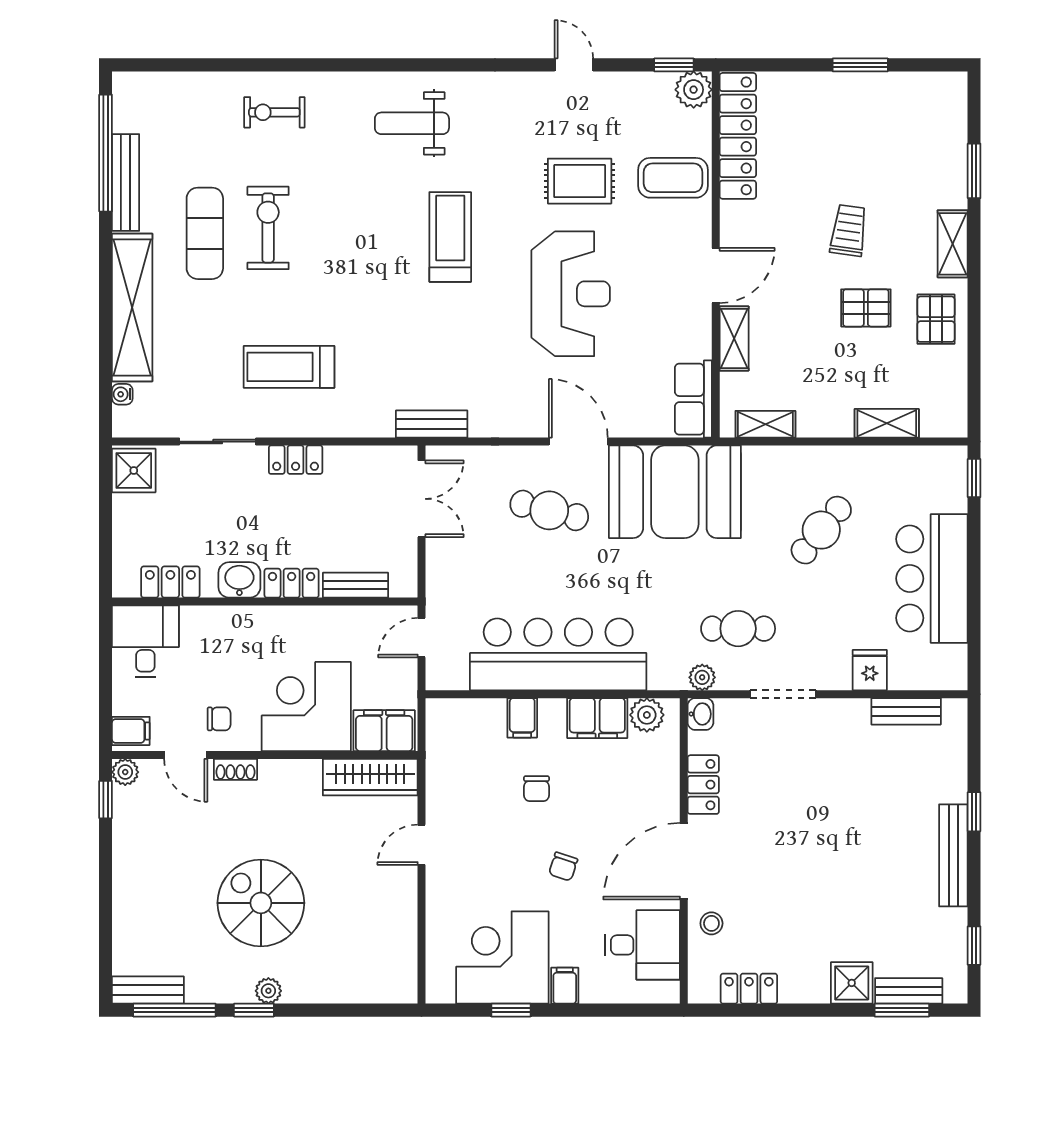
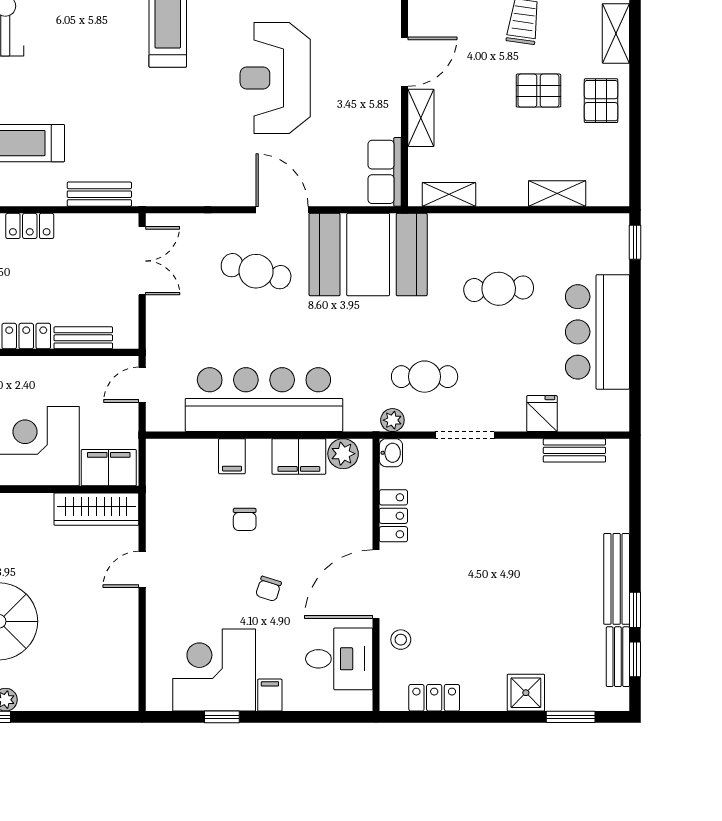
reception desk: (571, 294) -> (275, 78), turned 180
bench: (432, 424) -> (99, 194), moved
cafe table: (821, 530) -> (499, 289), turned 48
window: (974, 812) -> (635, 610), moved
bench: (909, 991) -> (618, 657), moved, turned 90

